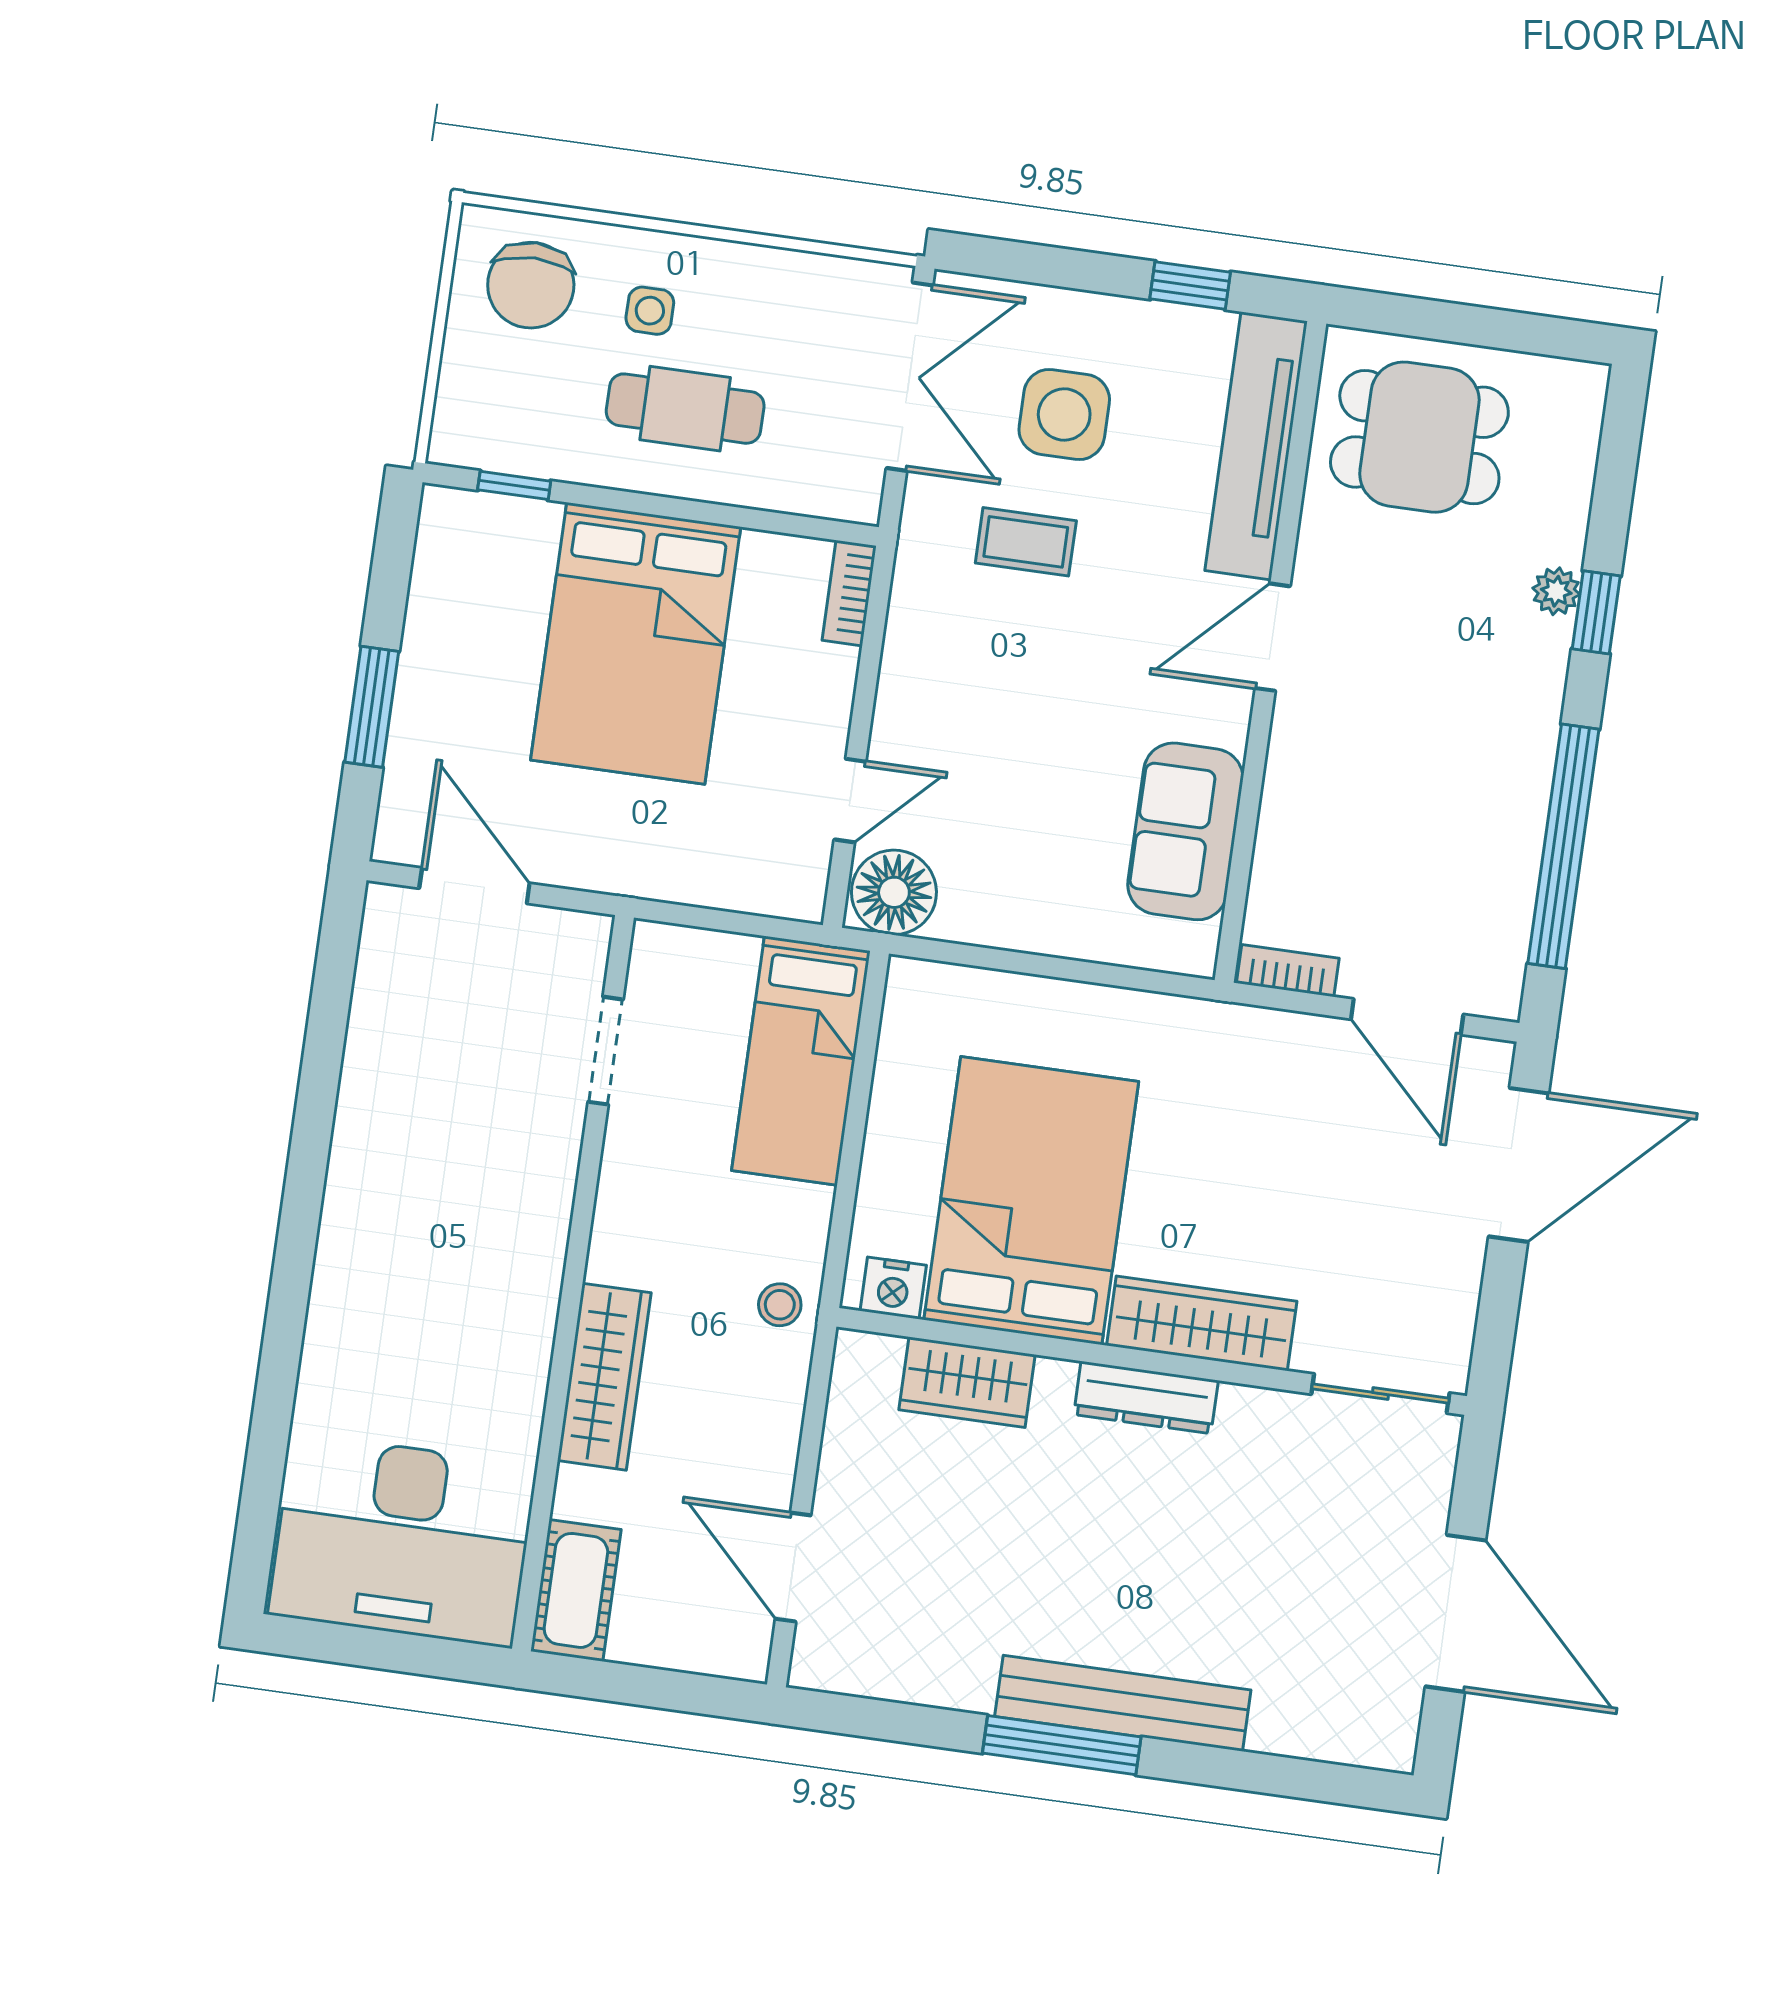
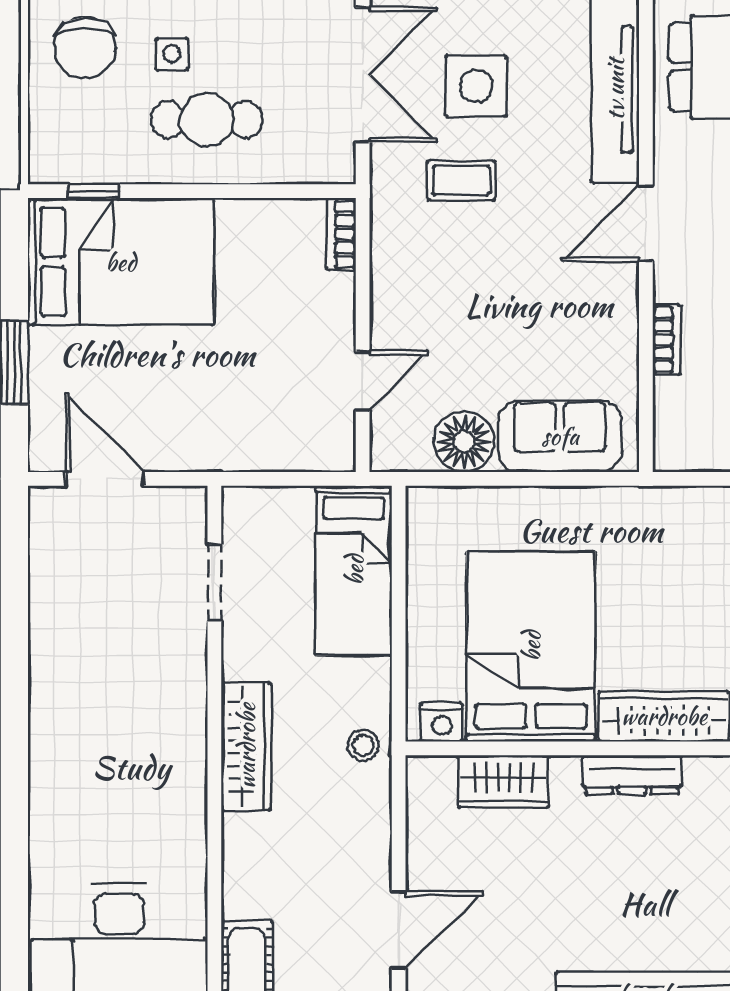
bed: (636, 643) -> (121, 262), moved, turned -90
sofa: (1185, 831) -> (560, 436), moved, turned 90
floor lamp: (894, 892) -> (464, 442), moved
bookcase: (1288, 971) -> (667, 340), moved, turned 90
wardrobe: (604, 1377) -> (246, 746), moved
door: (793, 1567) -> (399, 930), swing flipped

